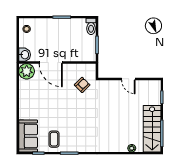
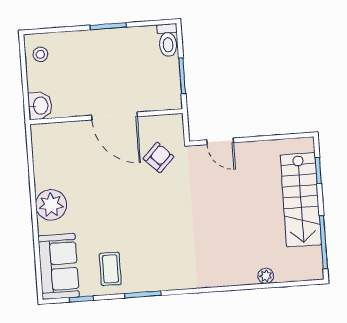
door: (51, 63) -> (114, 116), moved
plant: (27, 71) -> (51, 205), moved
door: (128, 79) -> (220, 141), moved
stairs: (152, 129) -> (301, 200), moved

